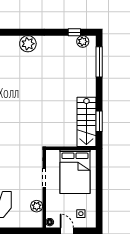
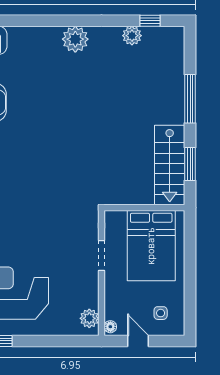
plant: (83, 42) -> (132, 36), moved
window: (99, 62) -> (190, 99), moved
plant: (37, 206) -> (89, 318), moved

